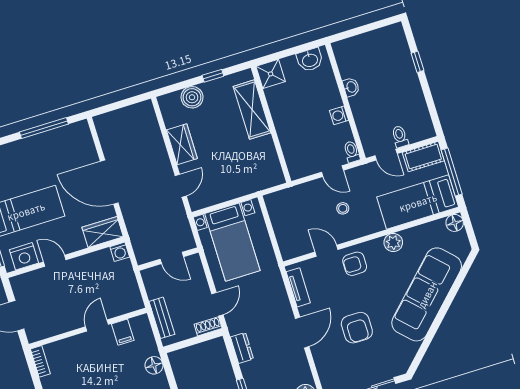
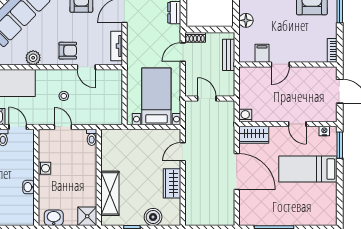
toilet: (352, 152) -> (92, 137), moved
nightstand: (24, 256) -> (324, 131), width x0.53, depth x0.56

